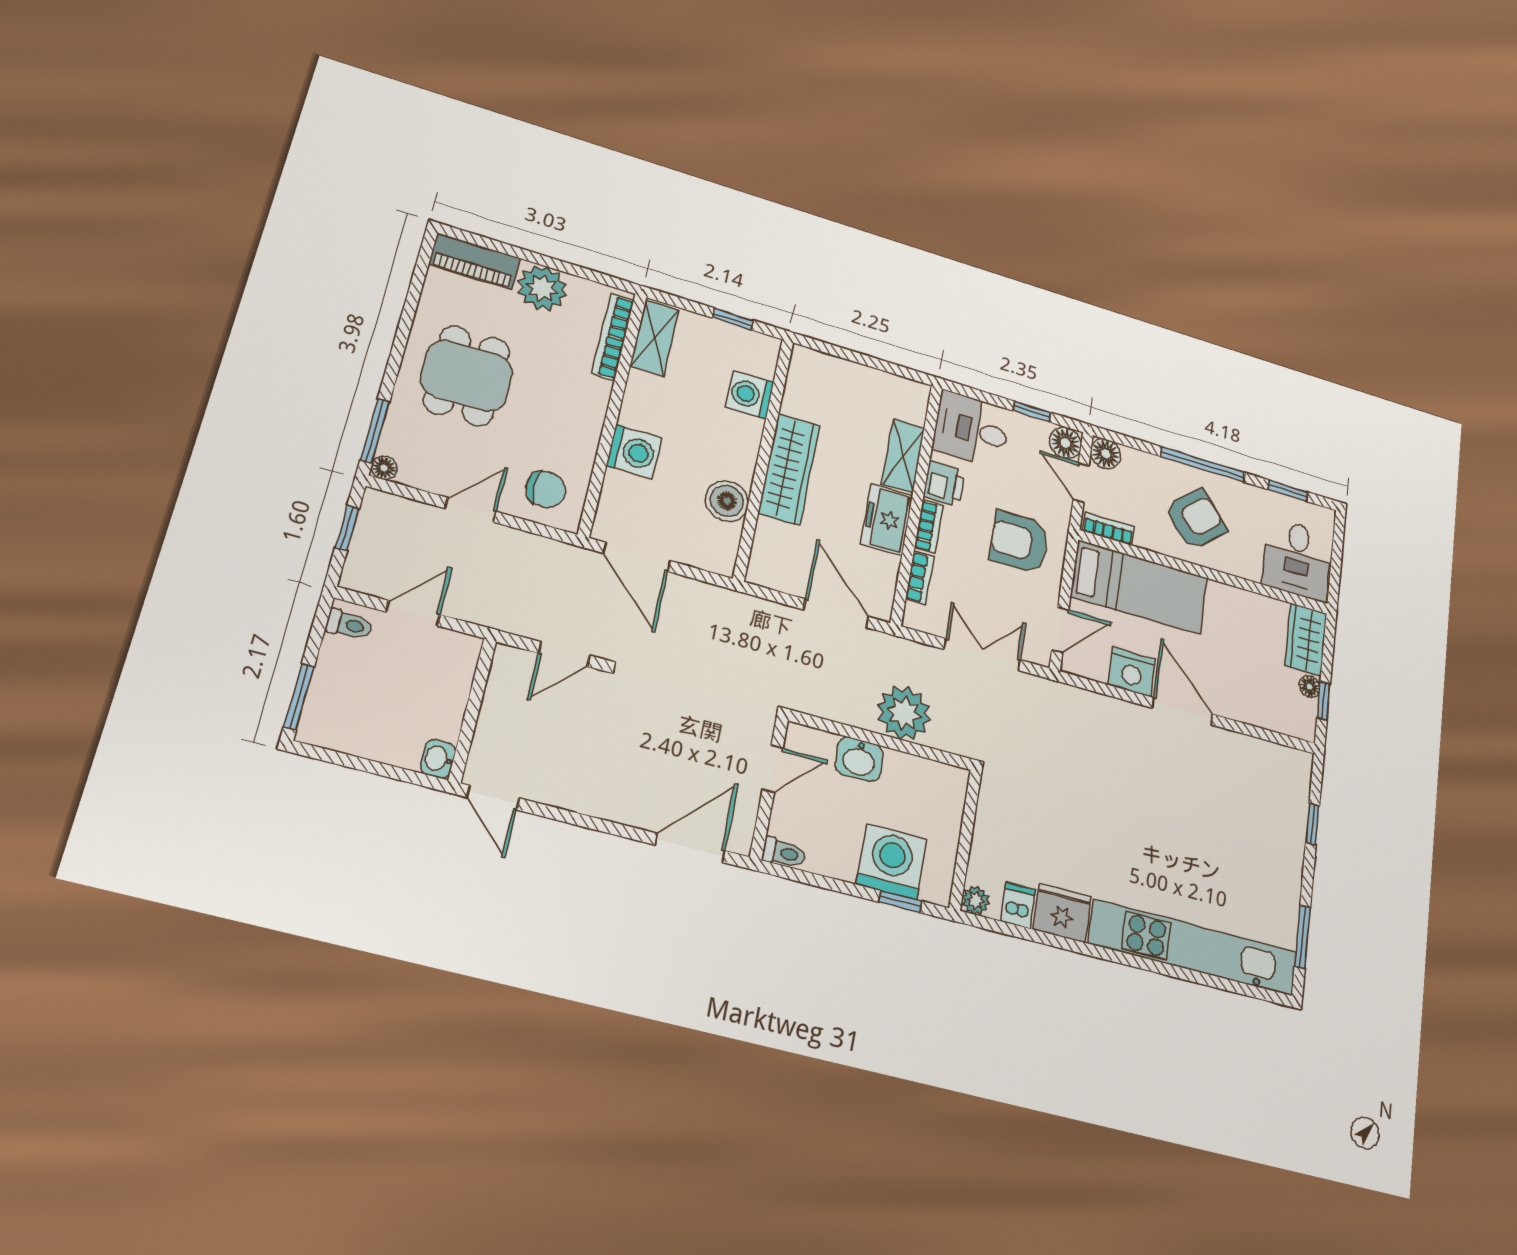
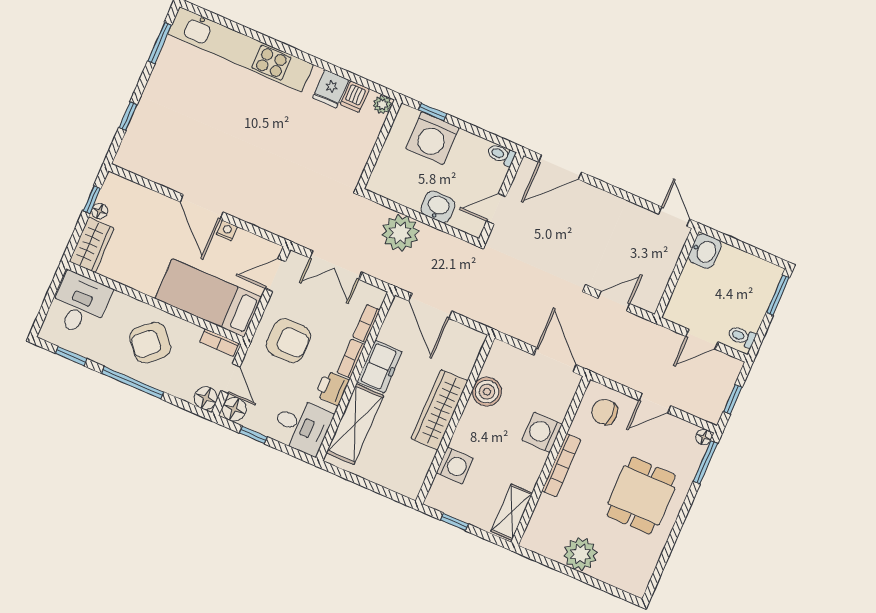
piano: (474, 261) -> (622, 577), removed
bookcase: (613, 337) -> (561, 465), moved
shelving: (903, 456) -> (355, 424), width x1.50, depth x1.33
nightstand: (1132, 672) -> (227, 230), width x0.53, depth x0.56
washbasin: (438, 759) -> (705, 251), width x1.38, depth x1.45
fridge: (1062, 913) -> (331, 89), width x0.72

